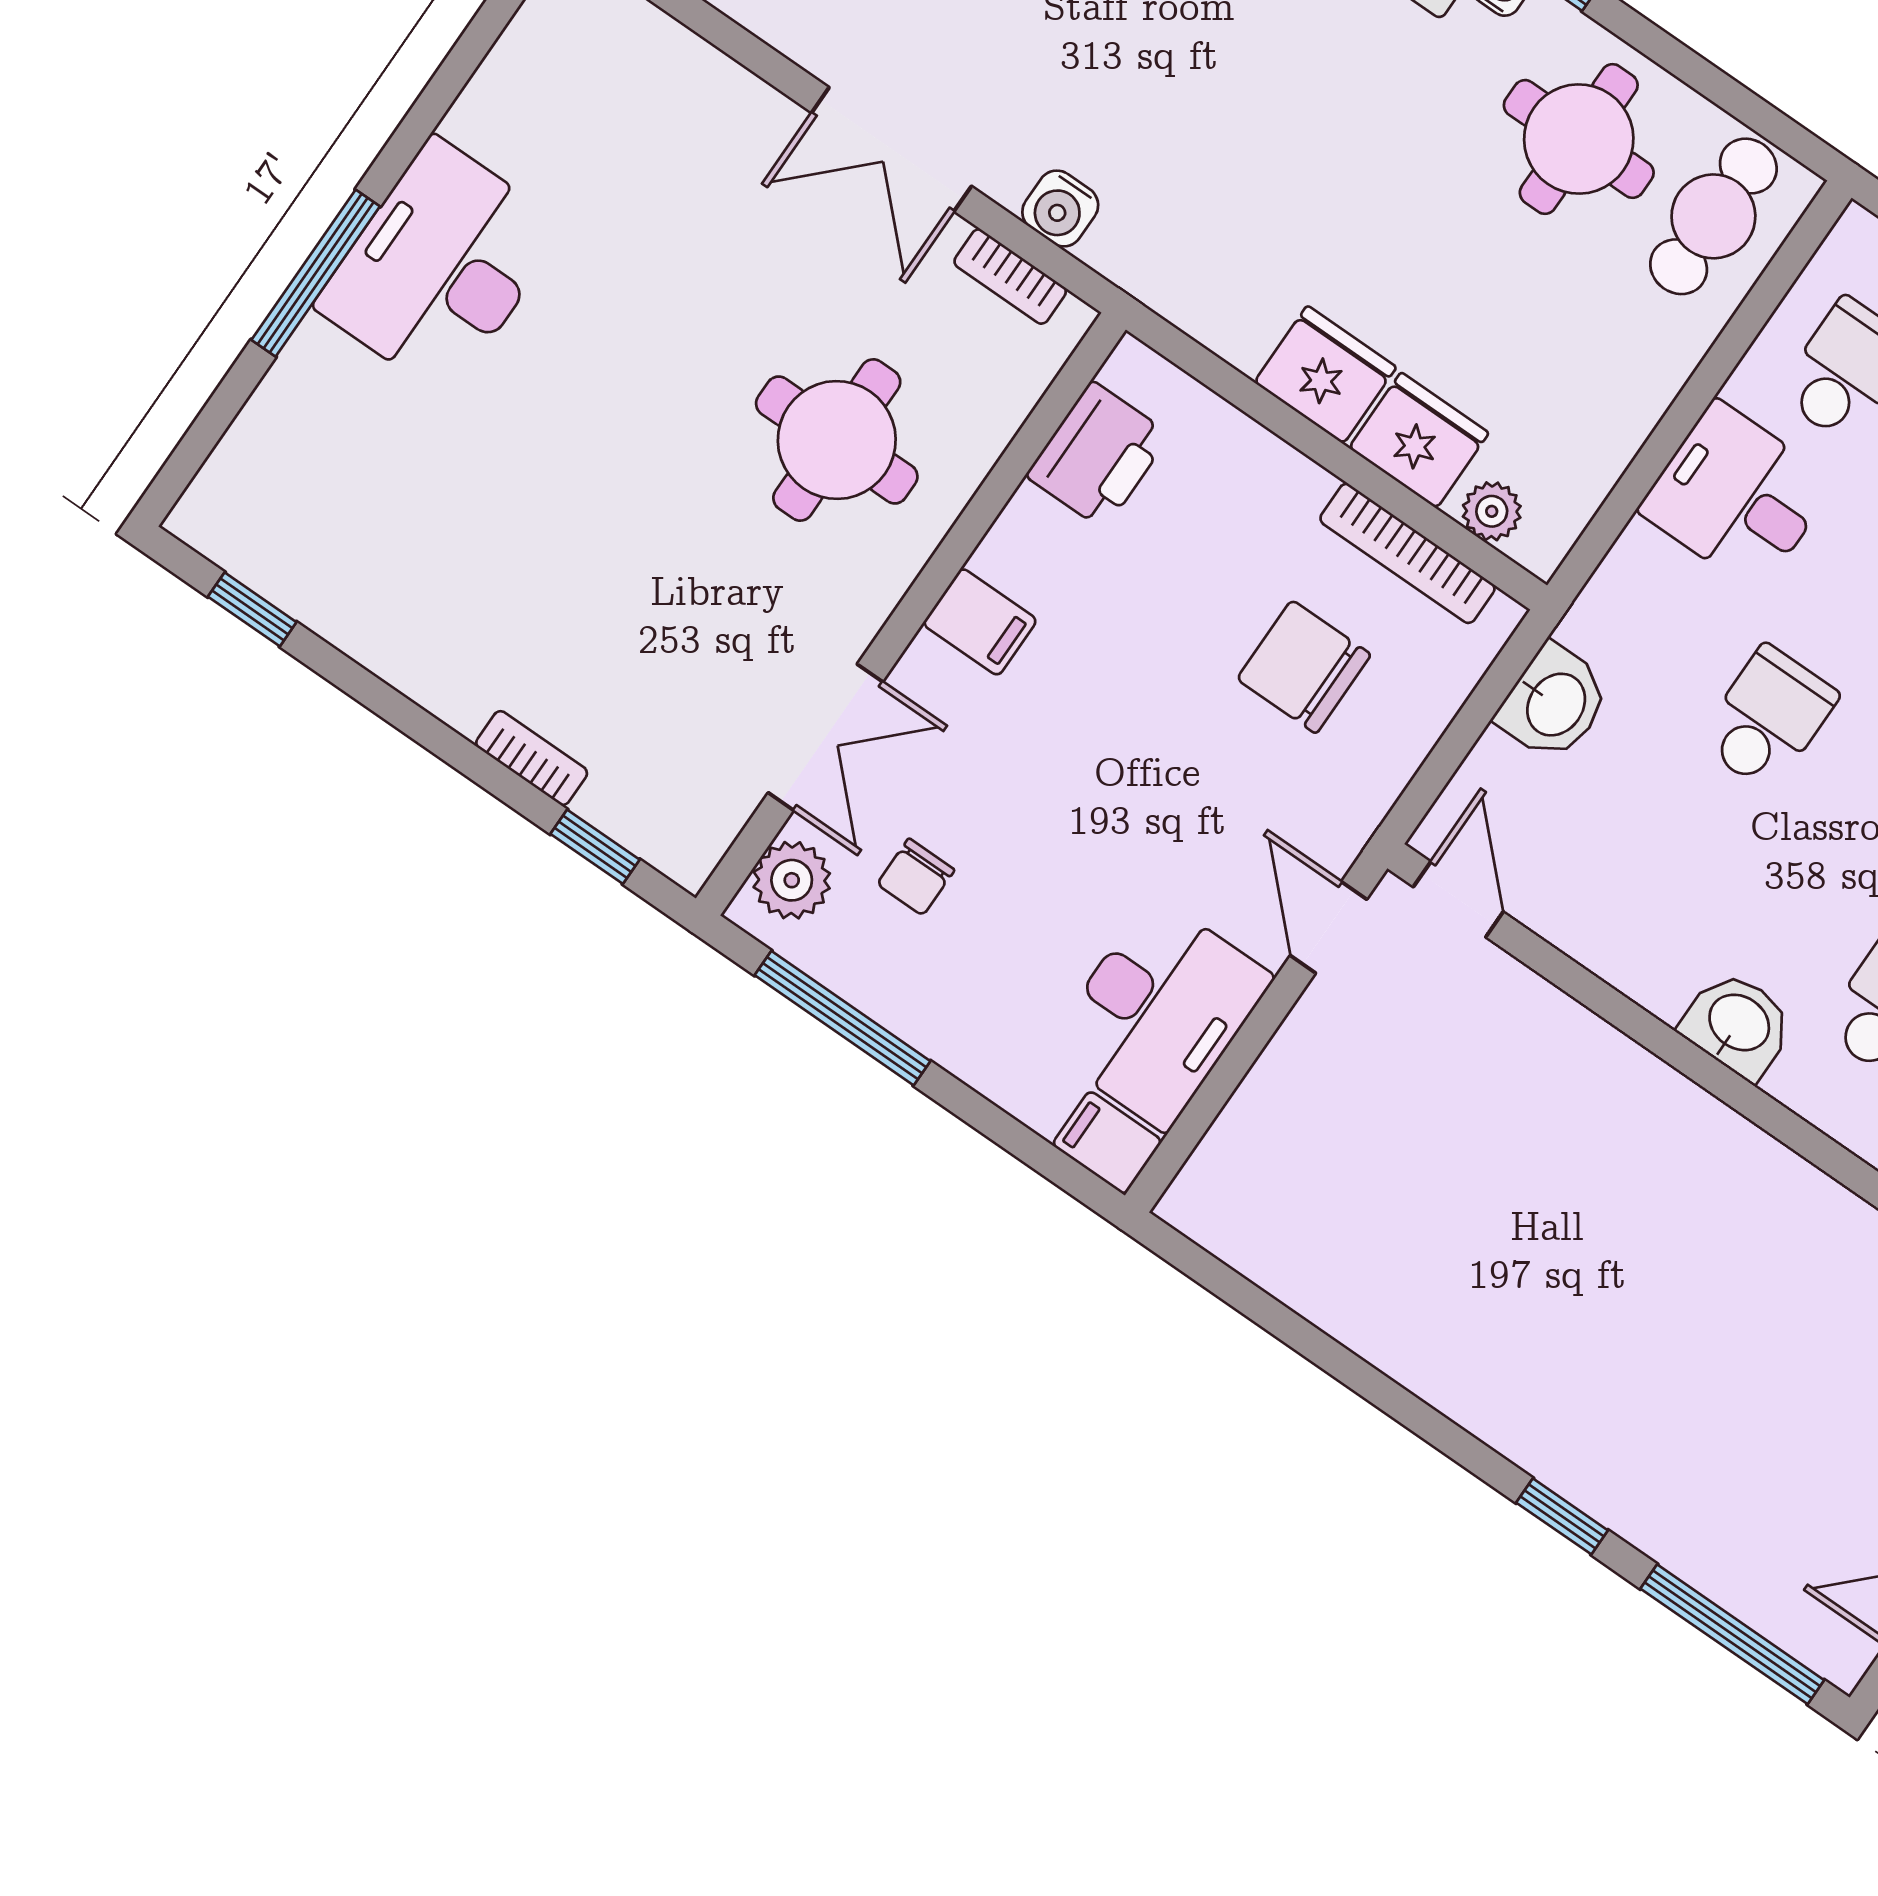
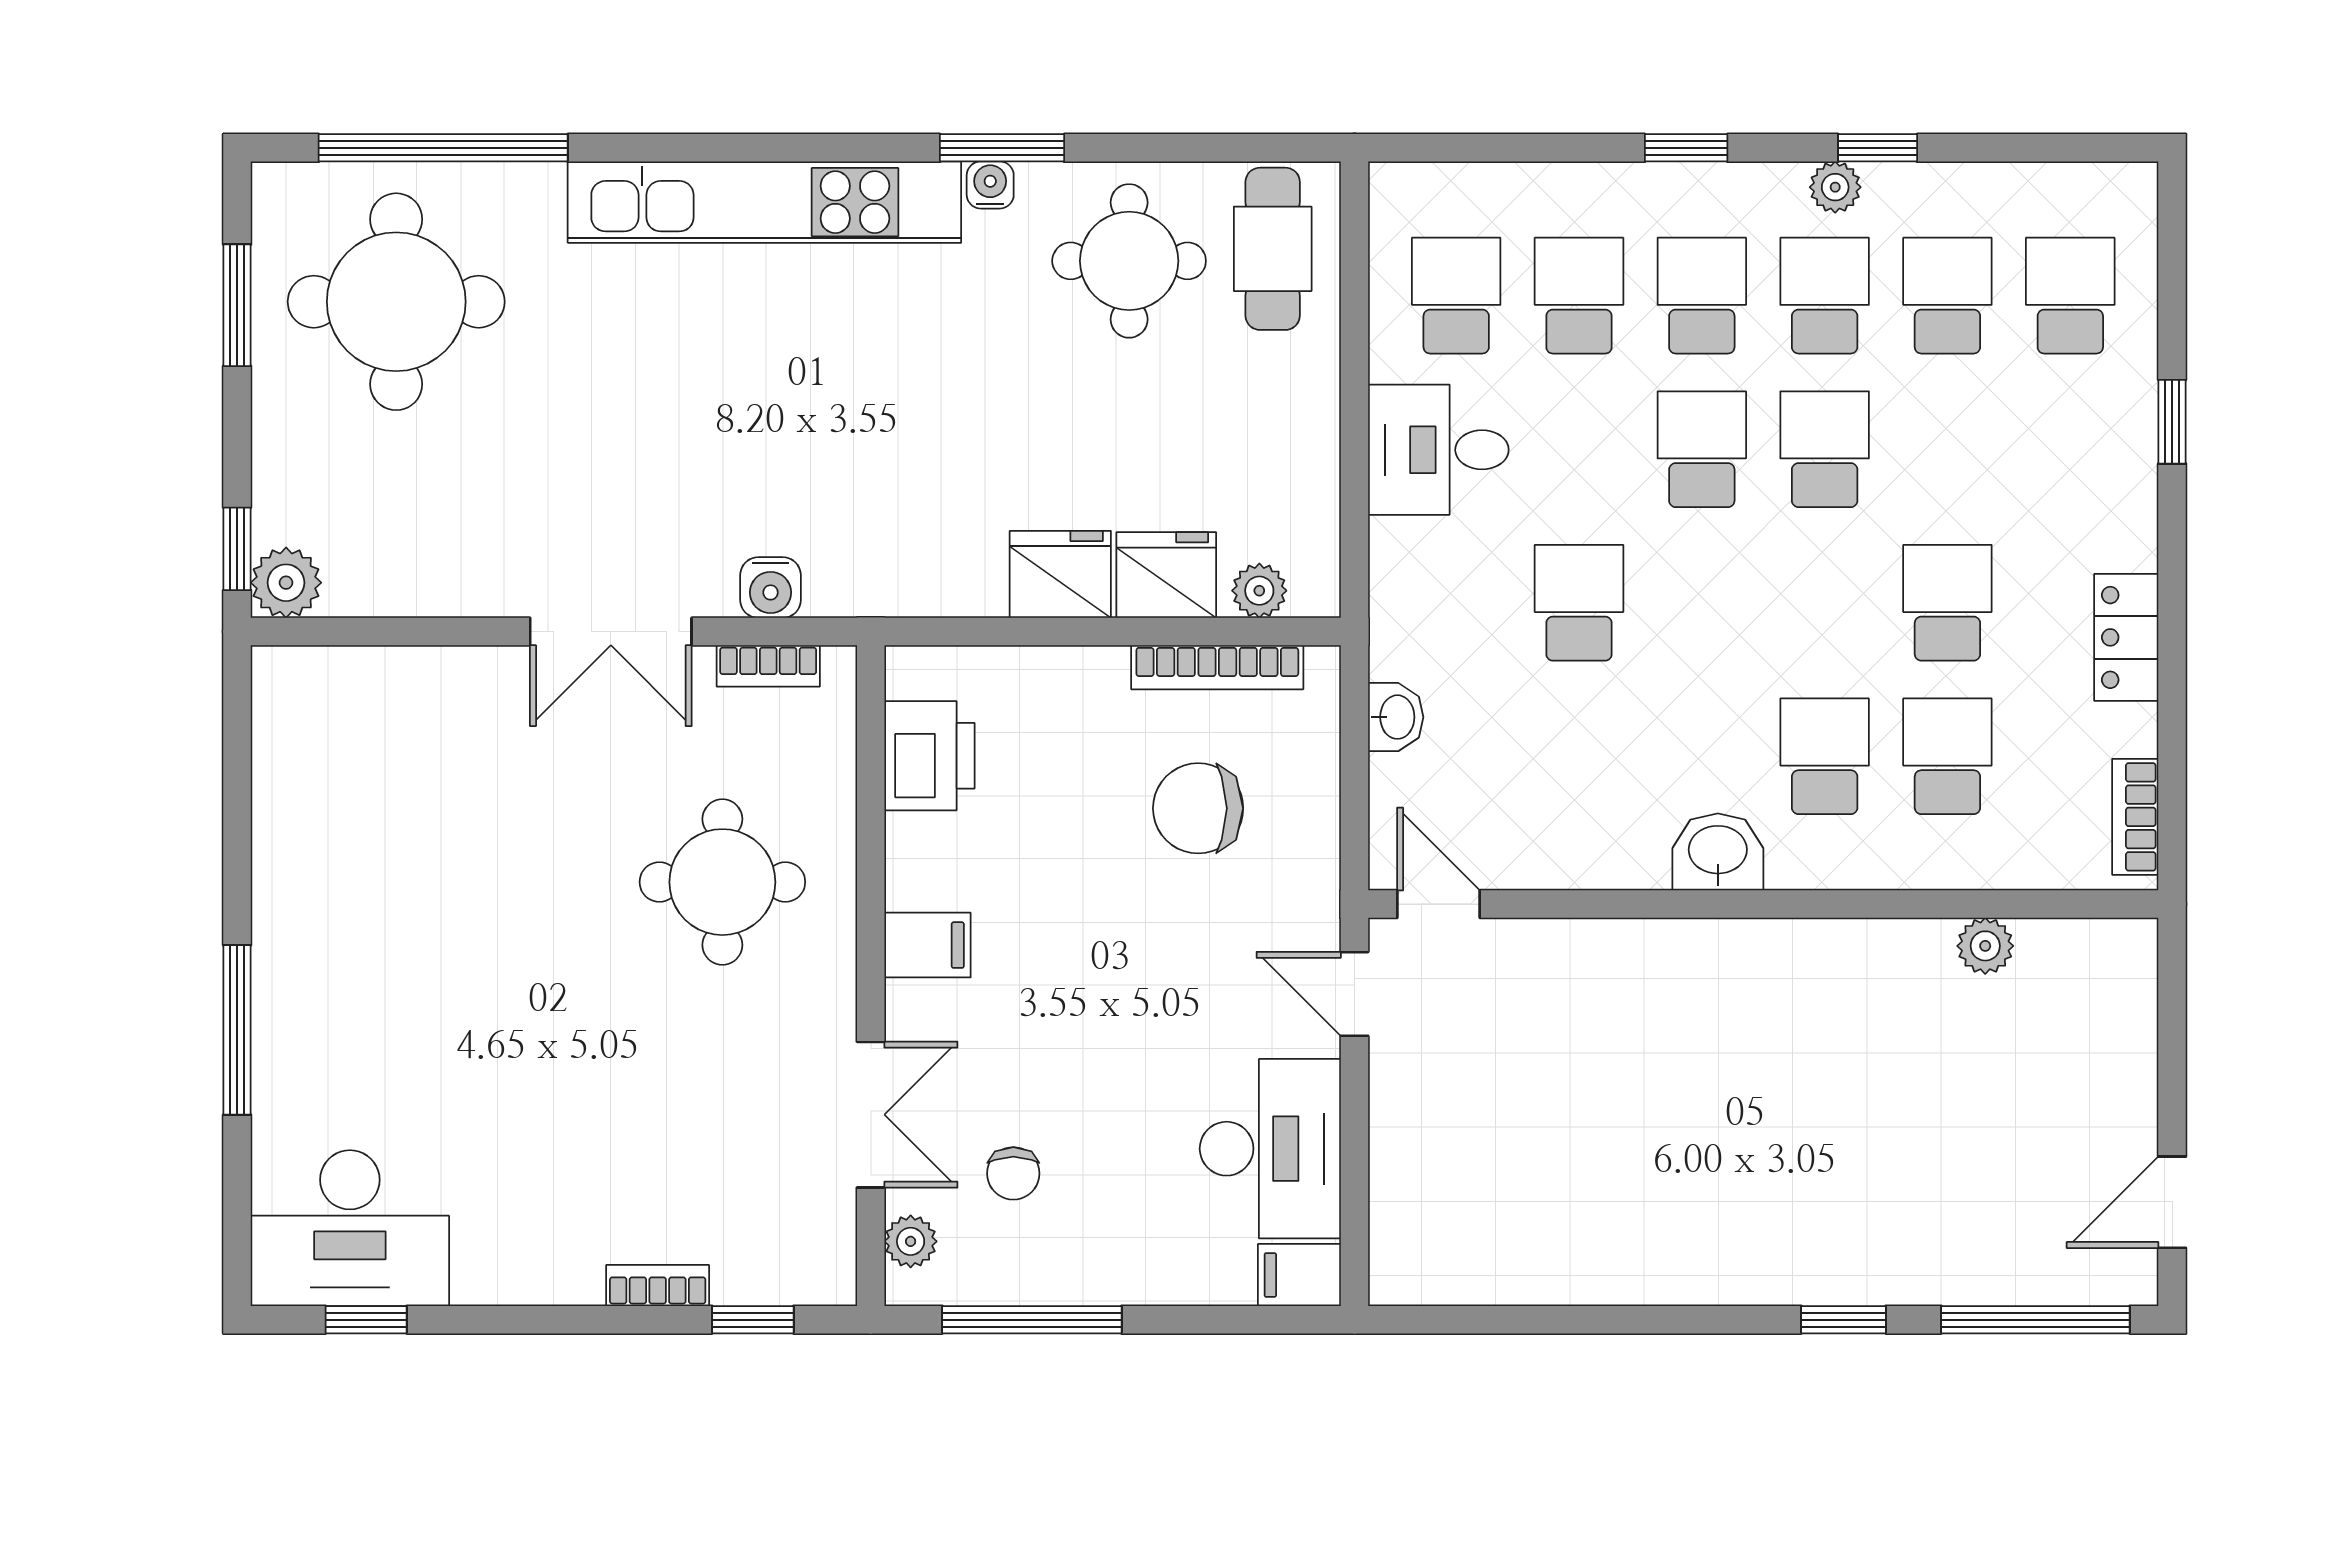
desk: (440, 267) -> (350, 1228), moved, turned -90
washbasin: (1554, 703) -> (1396, 717), width x0.72, depth x0.69
plant: (792, 880) -> (911, 1241), width x0.73, depth x0.73

